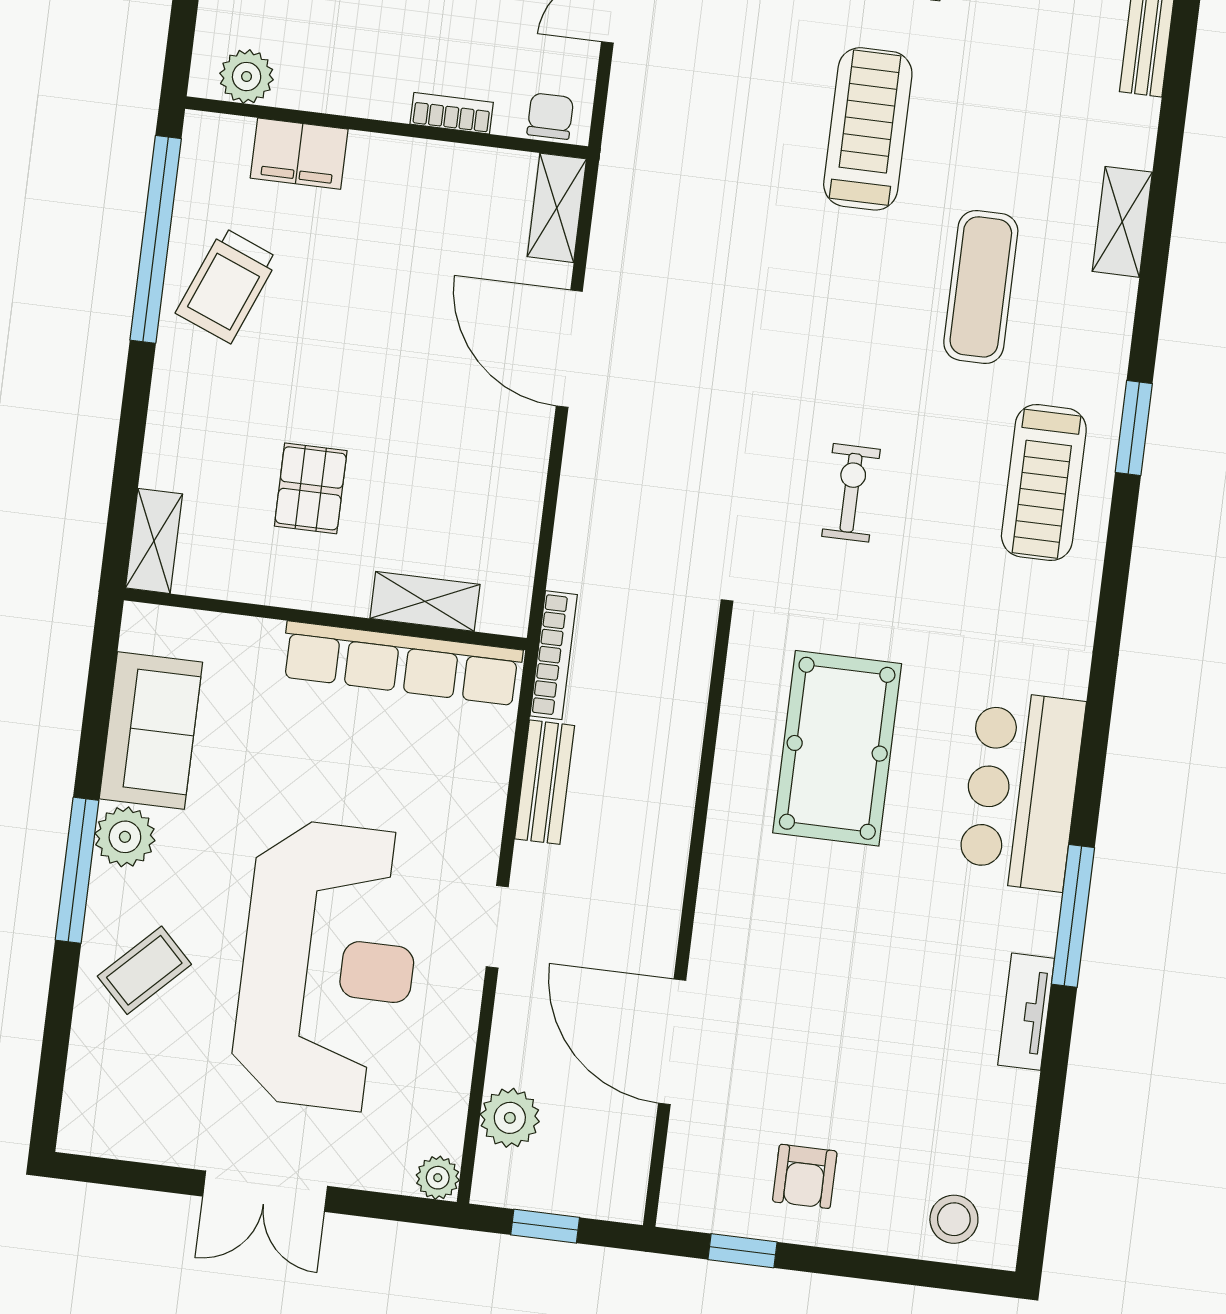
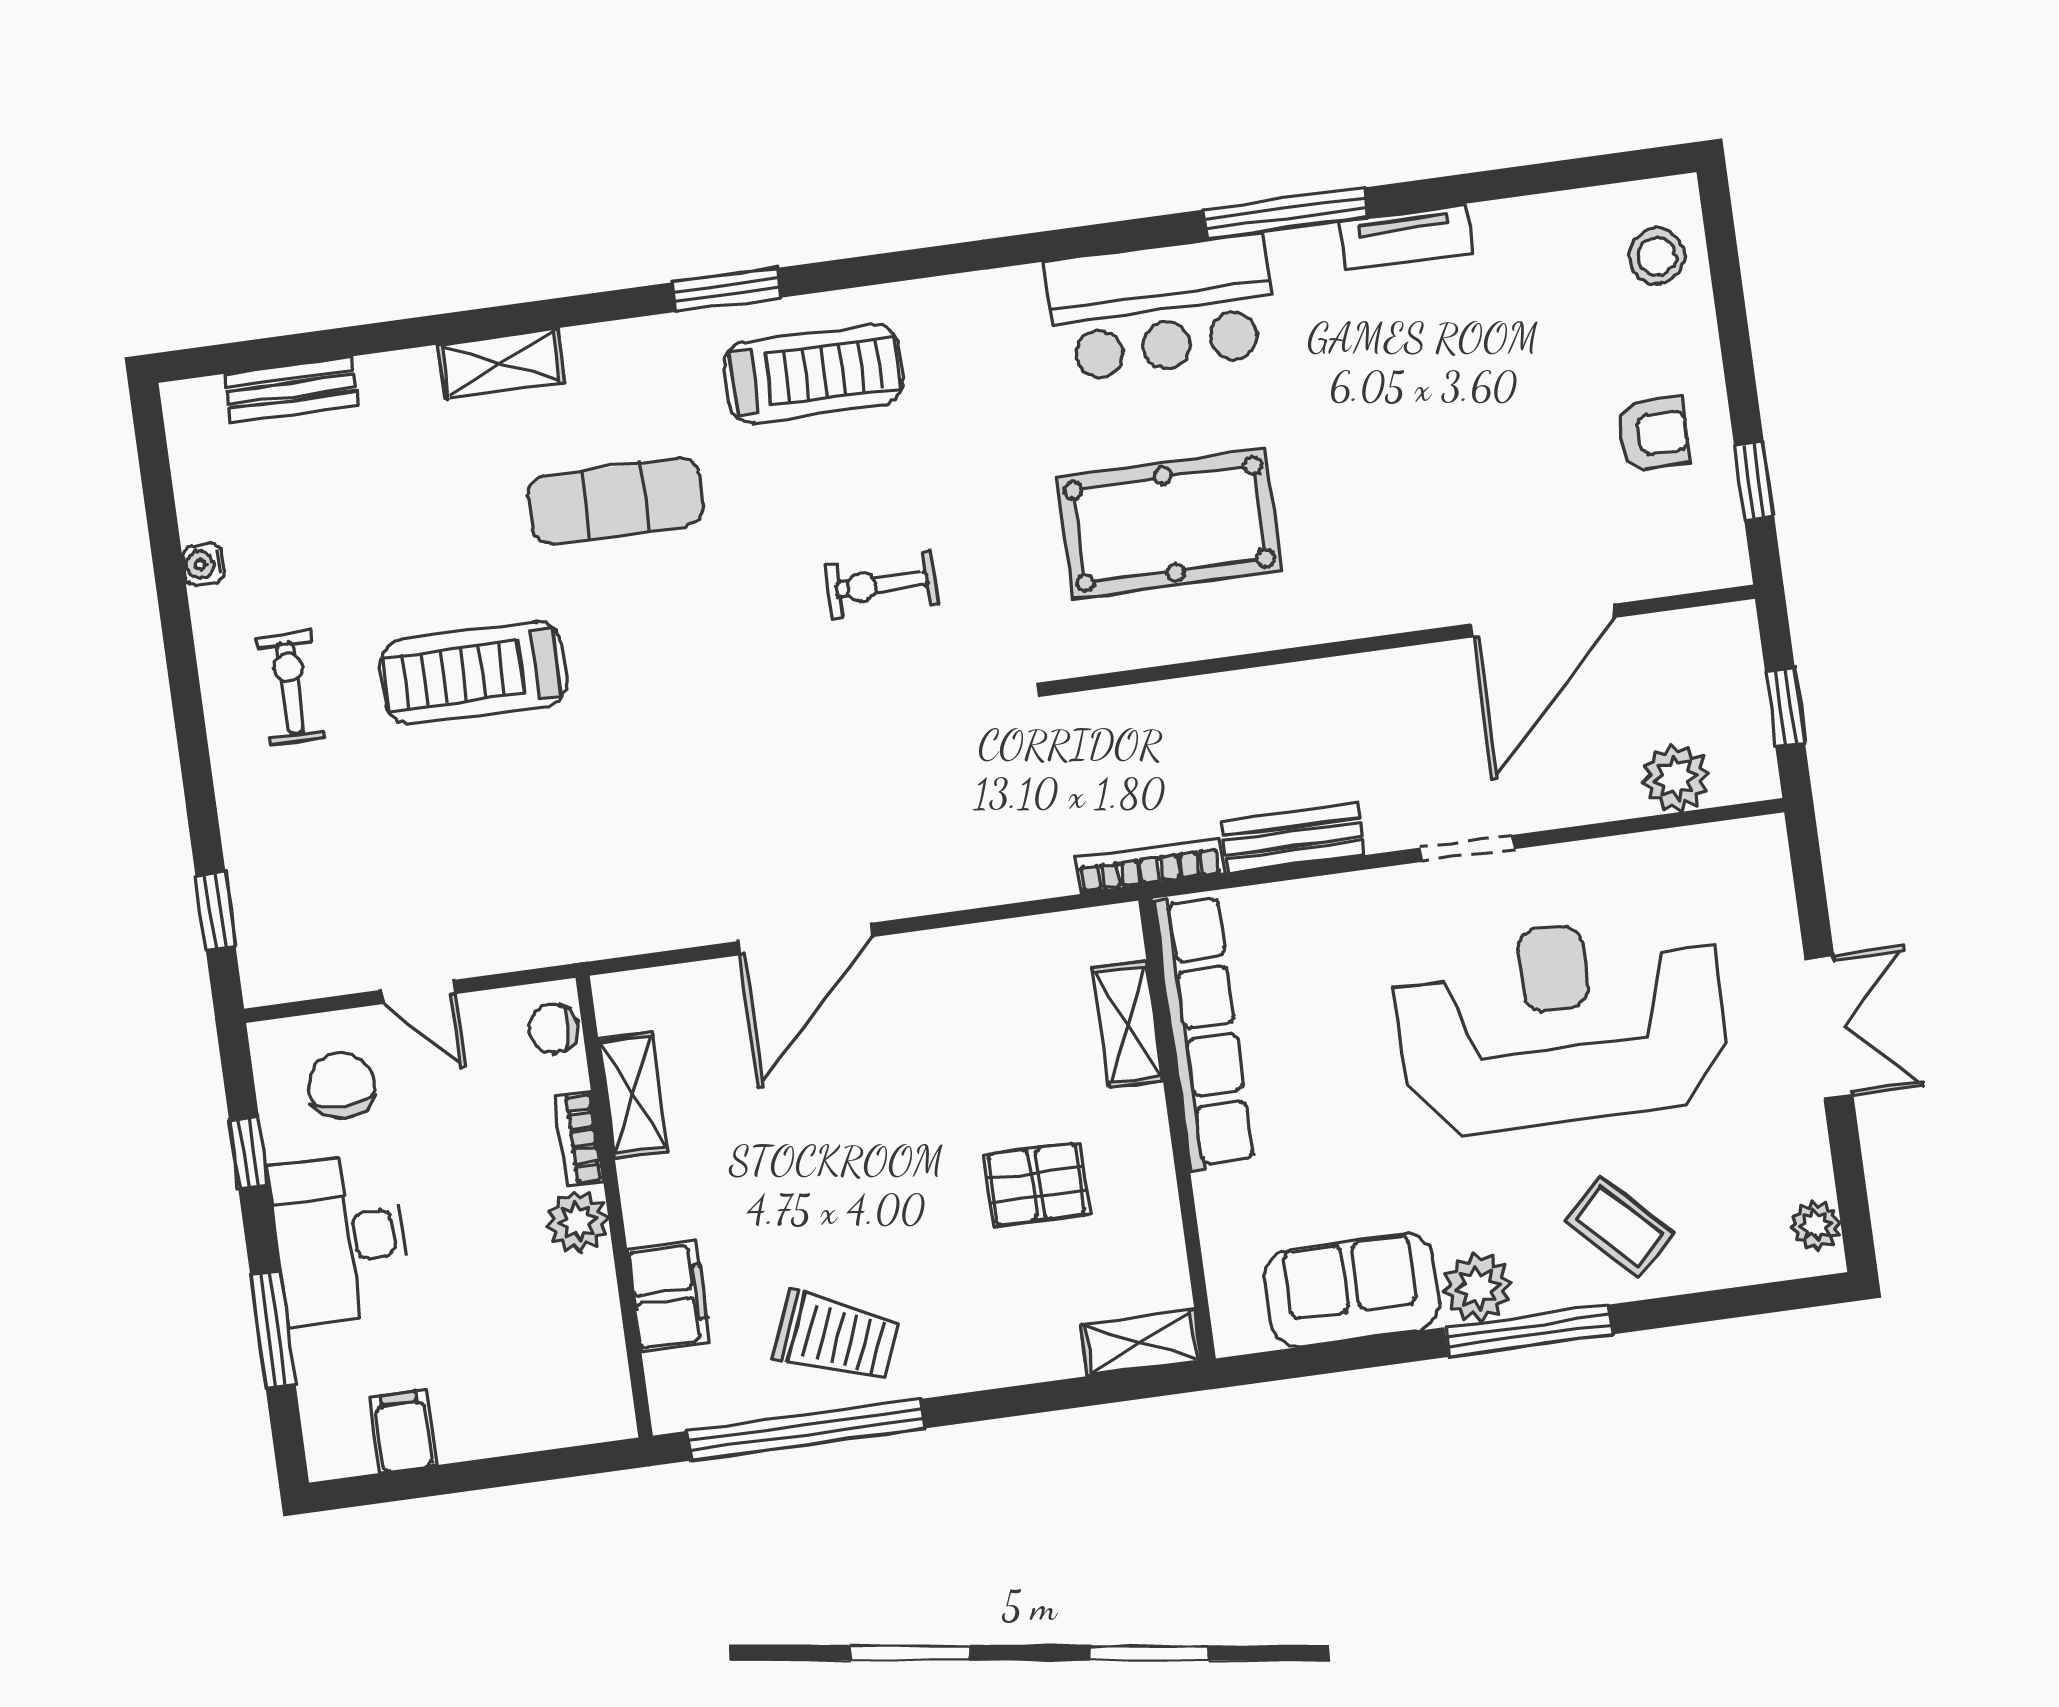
plant: (247, 77) -> (577, 1222), moved
shelving: (557, 208) -> (633, 1095), moved, turned 90
plant: (438, 1178) -> (1816, 1225), moved

